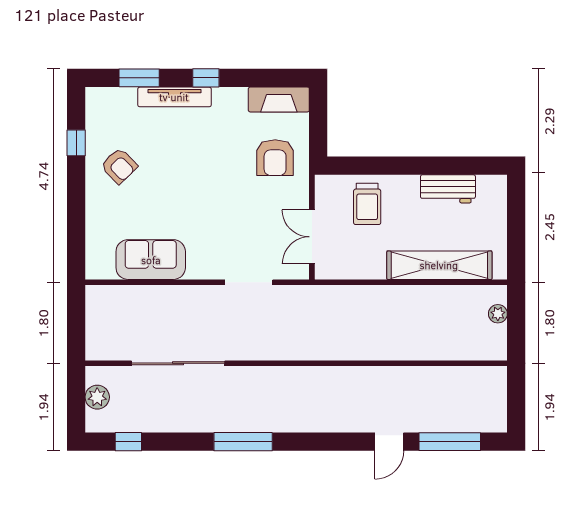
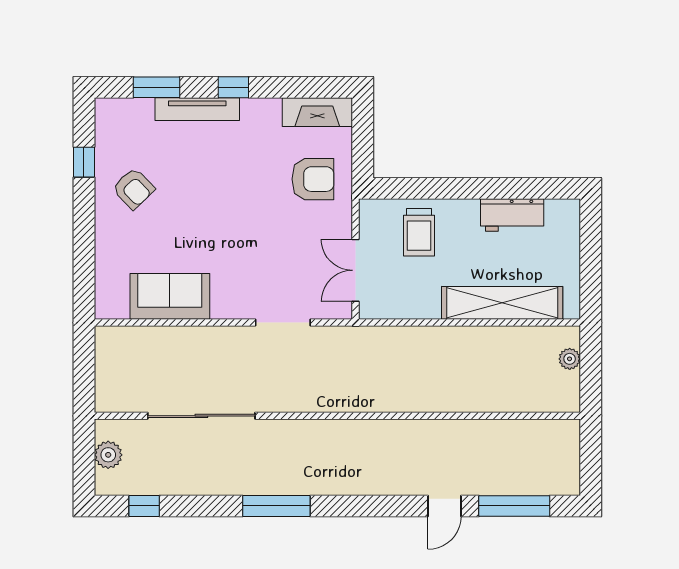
armchair: (275, 158) -> (313, 179), turned -90

